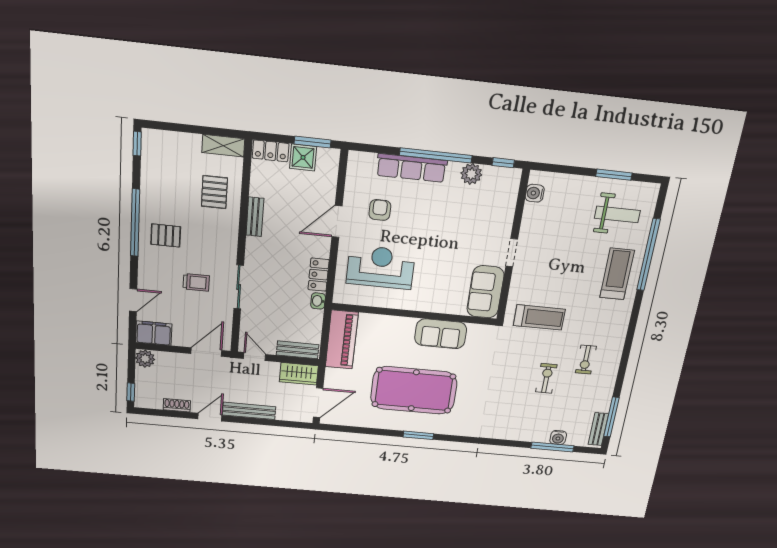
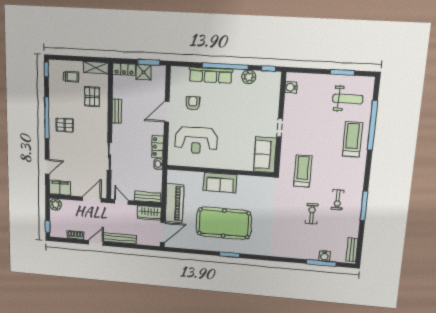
reception desk: (381, 267) -> (196, 140), turned 180
trolley: (196, 282) -> (71, 77), moved
treadmill: (539, 317) -> (303, 171), turned -90
sofa: (441, 334) -> (220, 183), moved
piano: (342, 340) -> (174, 203), moved
window: (611, 417) -> (364, 206), moved

